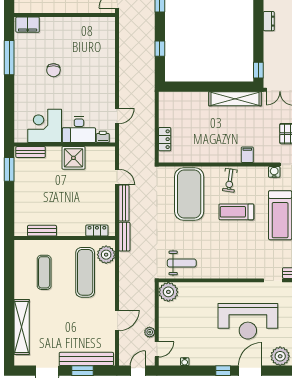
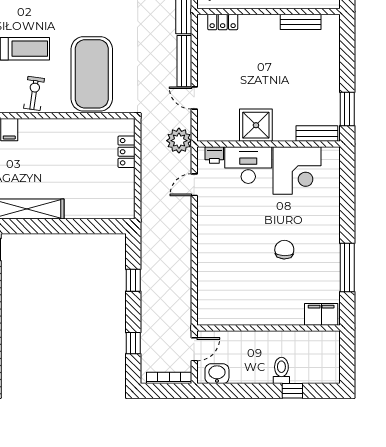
plant: (128, 147) -> (179, 141), added

